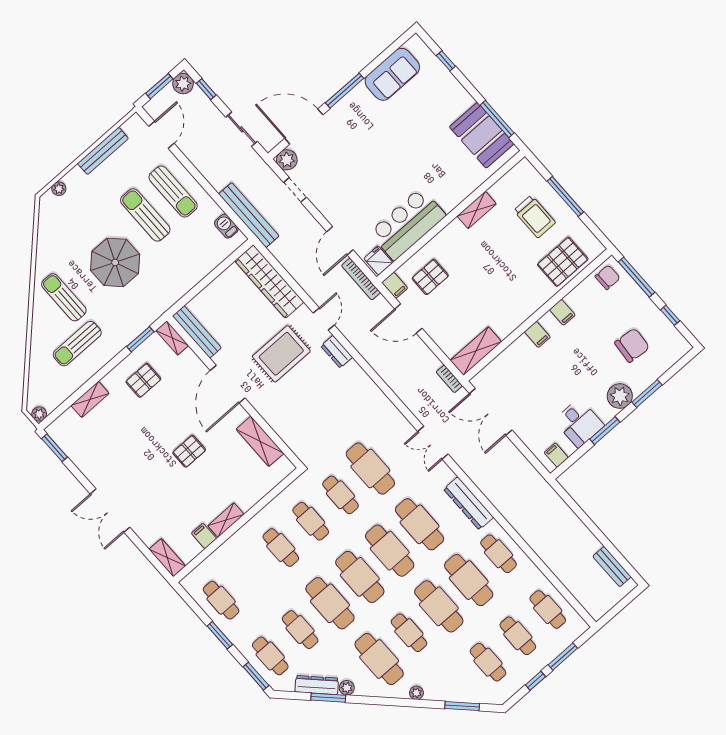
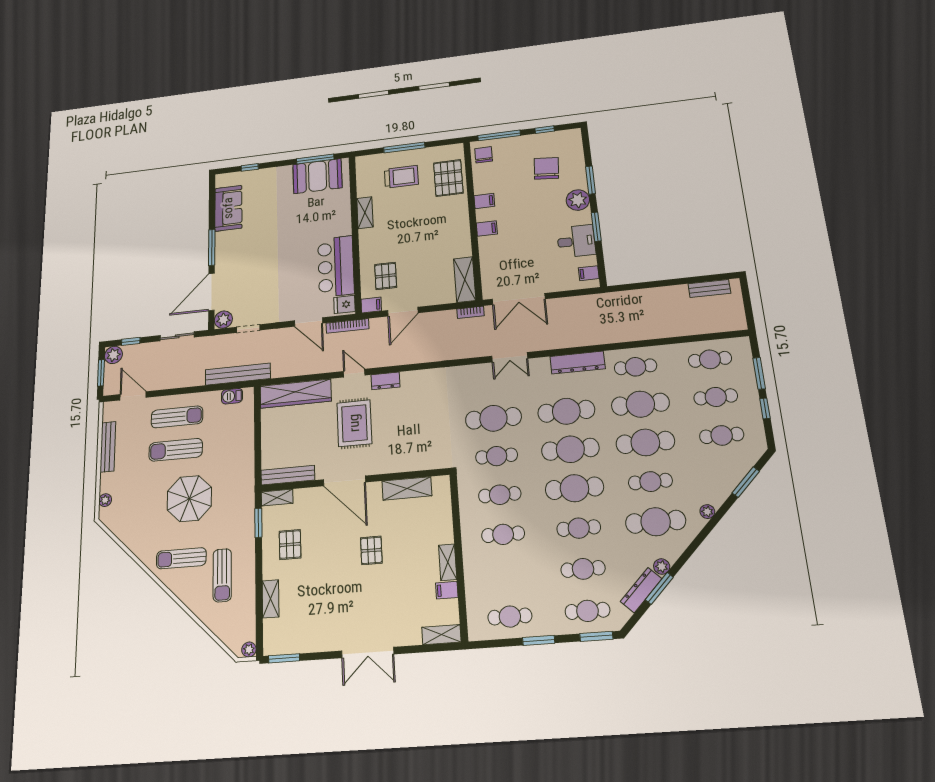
cafe table: (330, 603) -> (579, 528), width x0.73, depth x0.74

